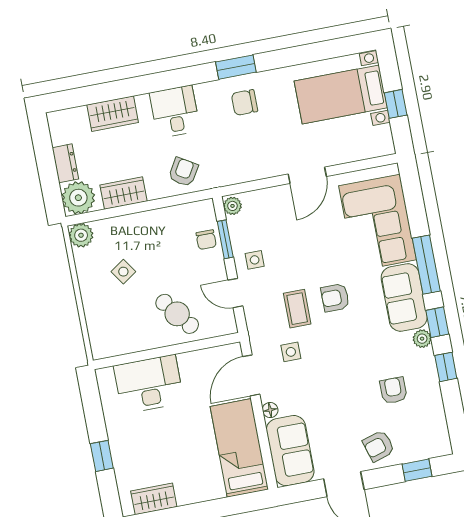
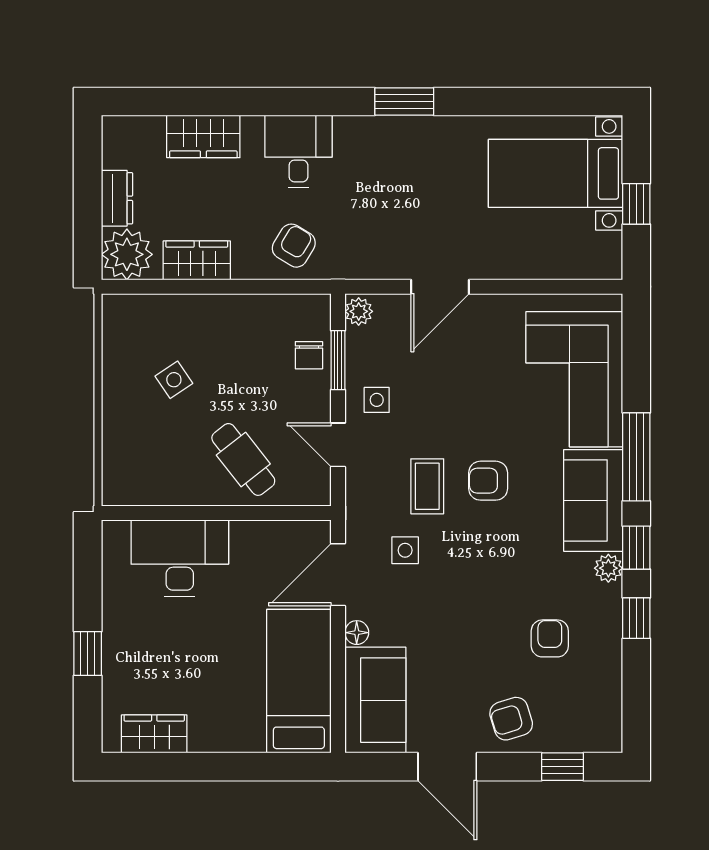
chair: (244, 103) -> (407, 158), removed
door: (307, 175) -> (440, 287), moved
plant: (81, 235) -> (120, 312), removed

